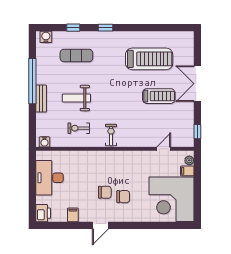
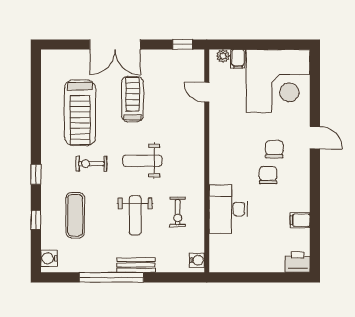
treadmill: (149, 59) -> (80, 113), turned 180
weight bench: (115, 103) -> (142, 161), added
exercise bike: (111, 135) -> (91, 164), moved
desk: (50, 178) -> (228, 209), moved, turned 90
door: (100, 225) -> (315, 138), moved

